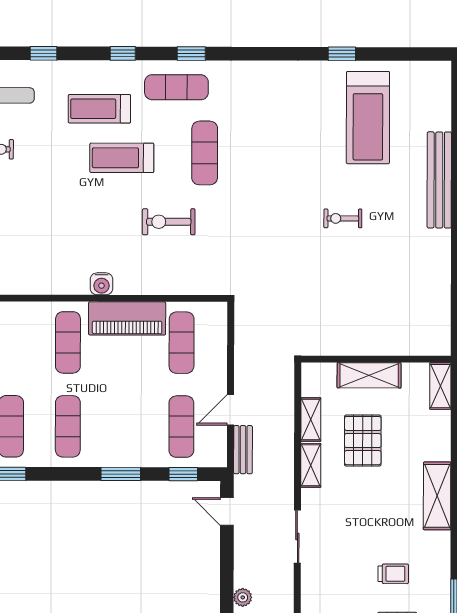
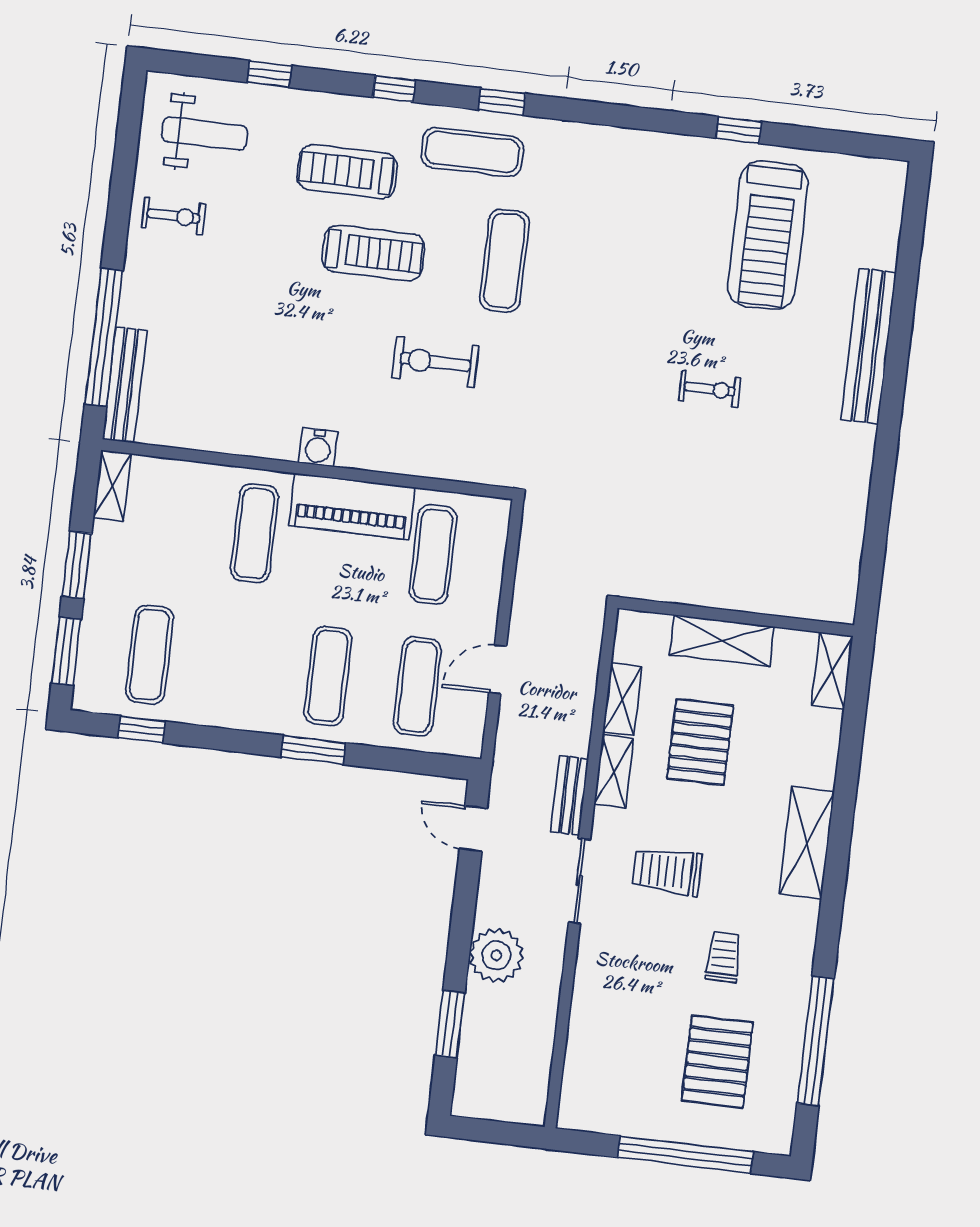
treadmill: (122, 158) -> (373, 253), turned 180
exercise bike: (343, 218) -> (710, 389), turned 180
exercise mat: (68, 426) -> (328, 676), moved
bench: (243, 450) -> (570, 795), moved
window: (183, 474) -> (411, 762), removed
trolley: (352, 524) -> (667, 871), added
trolley: (393, 574) -> (723, 957), turned -90
plant: (243, 597) -> (496, 955), width x1.88, depth x1.88

